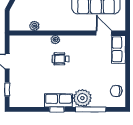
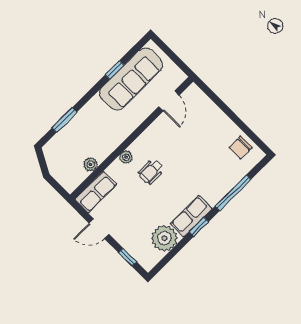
door: (104, 33) -> (169, 101), swing flipped
row of seats: (119, 49) -> (96, 192), moved, turned -90
plant: (82, 98) -> (164, 238), moved

